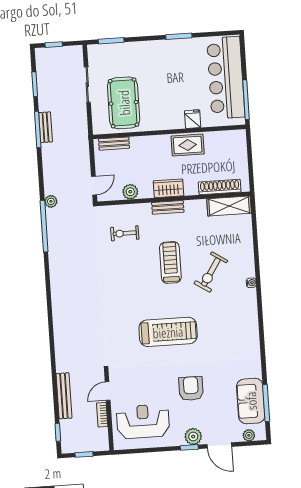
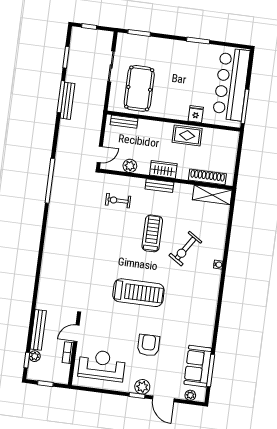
bench: (46, 127) -> (67, 101), width x1.36
plant: (51, 201) -> (35, 356), moved

